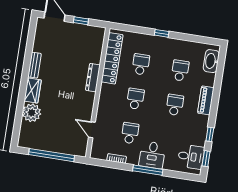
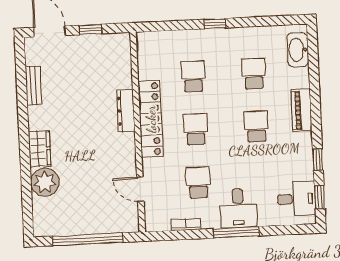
locker: (112, 58) -> (151, 119), moved
bench: (35, 65) -> (33, 86), moved

